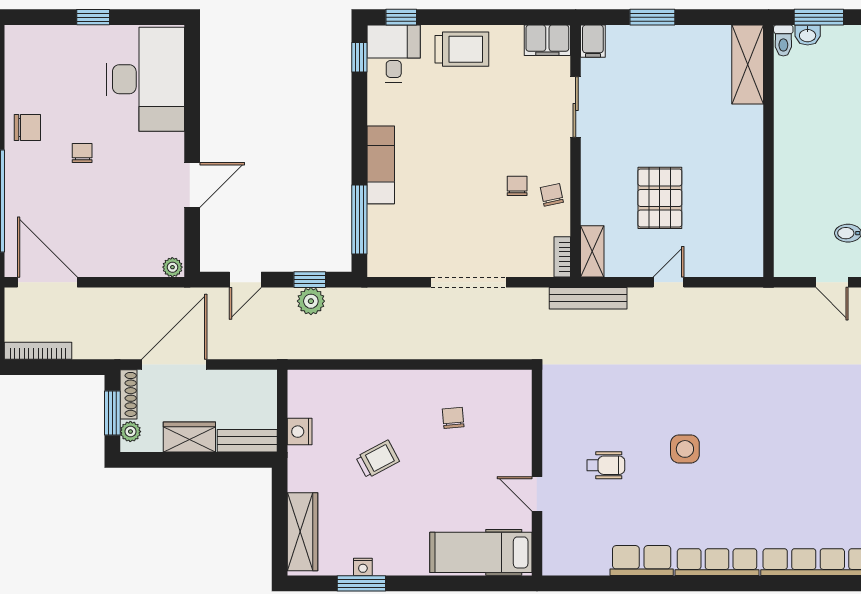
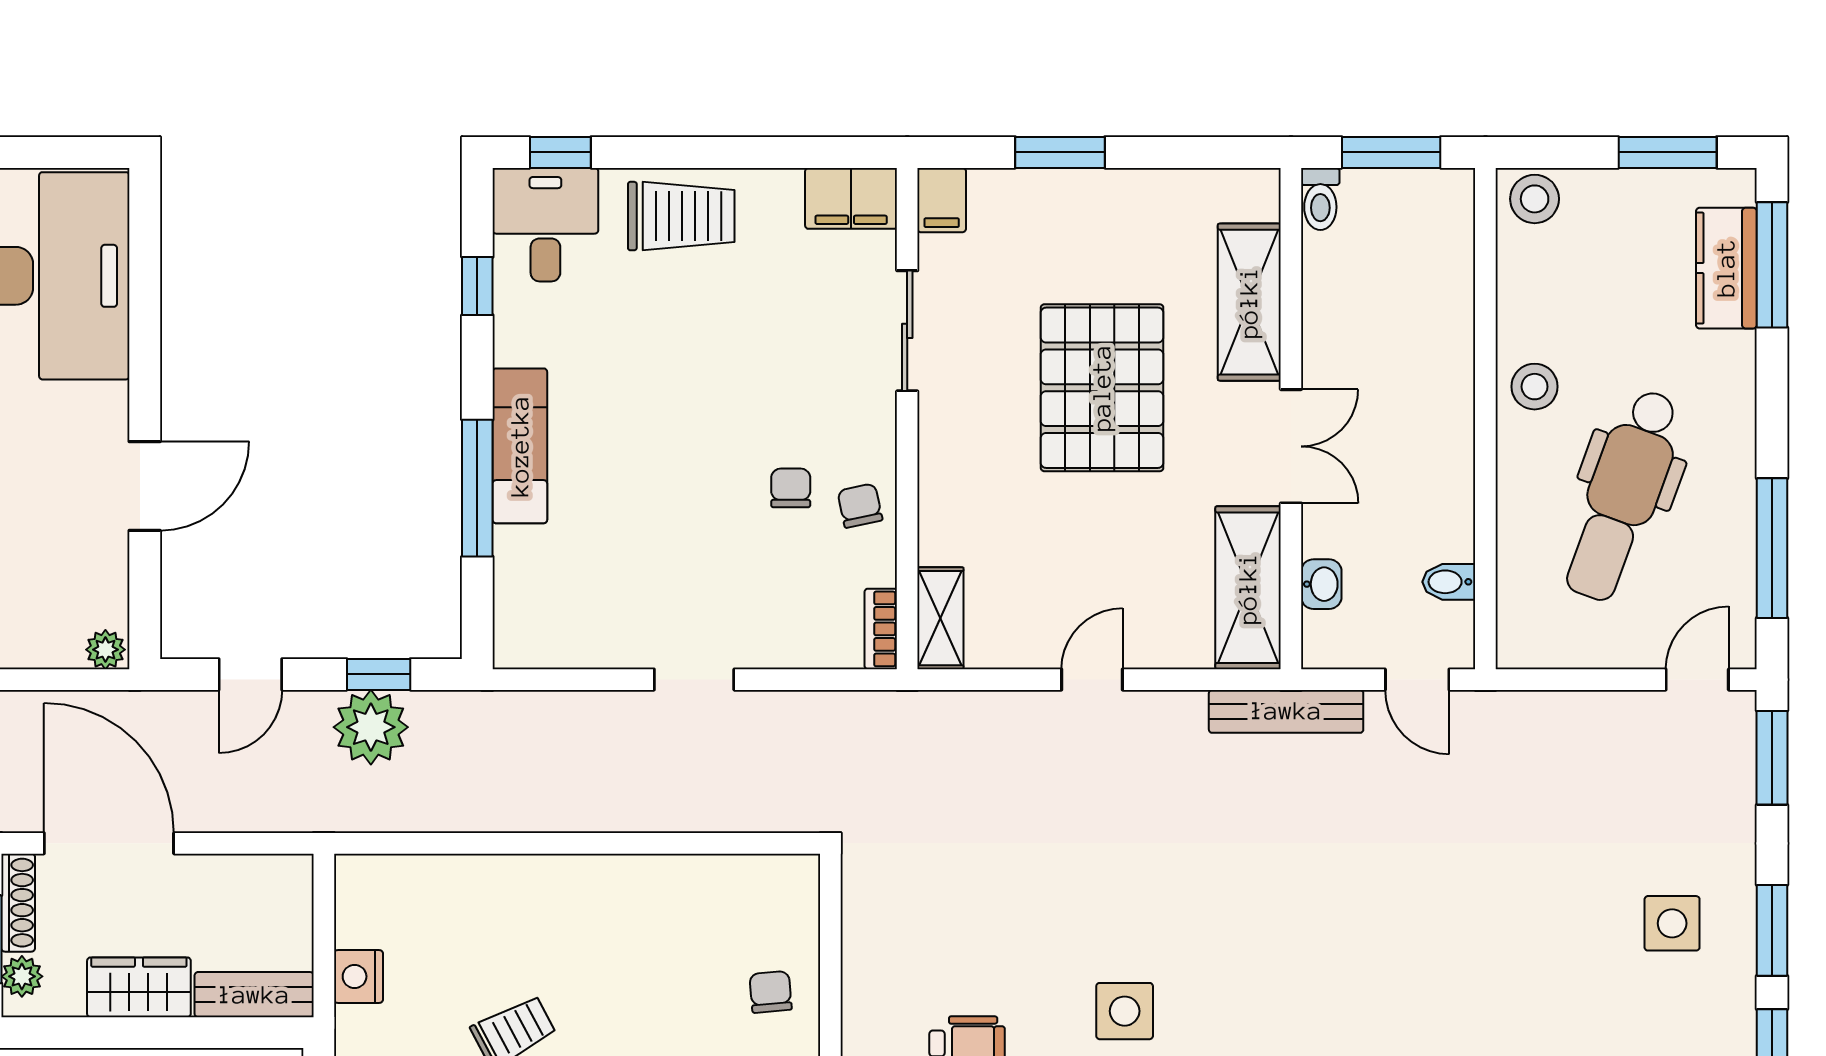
washbasin: (808, 35) -> (1321, 584), moved, turned -90
window: (359, 57) -> (477, 286), moved
shelving: (748, 64) -> (1249, 302), moved
double door: (769, 165) -> (1291, 446), added
pallet: (660, 198) -> (1102, 388), moved, width x1.37, depth x1.41
window: (359, 220) -> (477, 488), moved
shelving: (747, 236) -> (1248, 588), added
doorway: (468, 282) -> (694, 680), width x0.53
bench: (588, 298) -> (1286, 711), moved
plant: (311, 301) -> (371, 727), width x1.36, depth x1.36
door: (174, 365) -> (109, 843), hinge flipped
chair: (453, 418) -> (771, 992), moved

